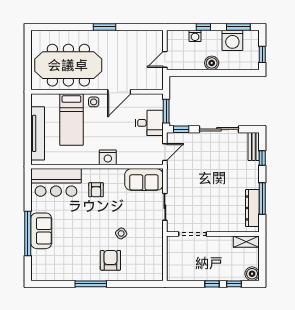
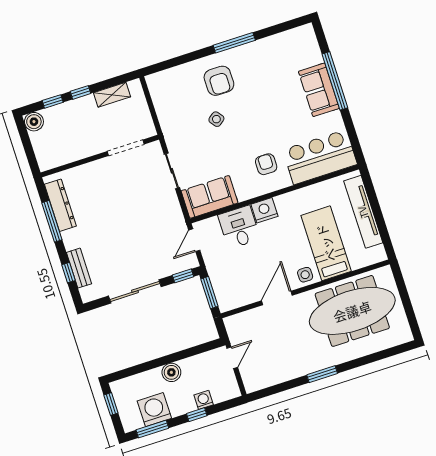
desk: (149, 123) -> (239, 227), moved, turned 90
bench: (254, 146) -> (79, 268), moved
shelving: (246, 242) -> (112, 95), moved

